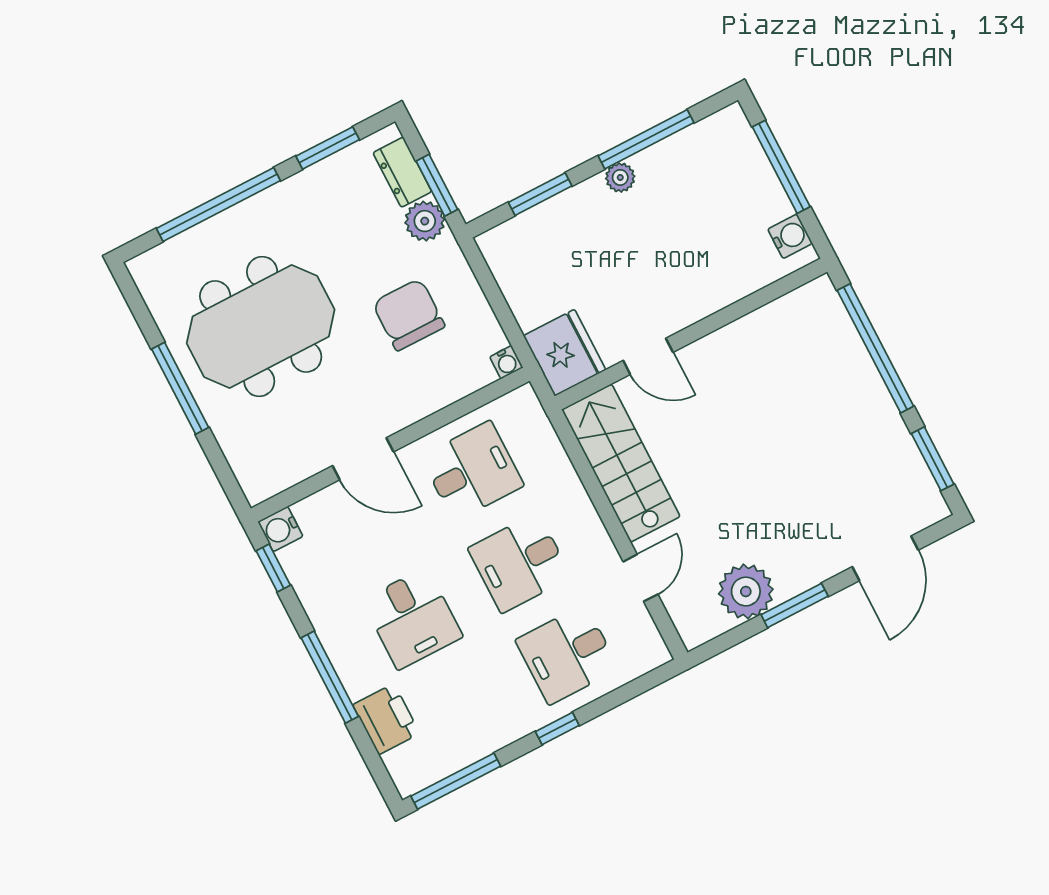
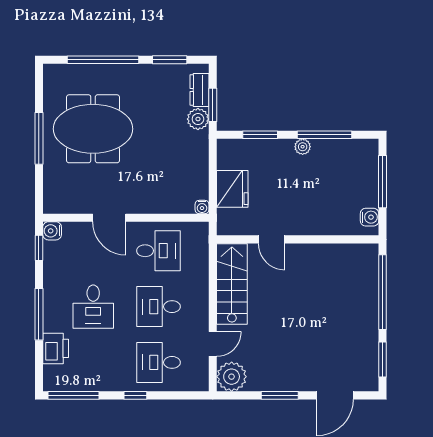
chair: (409, 315) -> (167, 160), removed
fridge: (565, 353) -> (232, 189), moved
plant: (746, 591) -> (232, 377), moved

